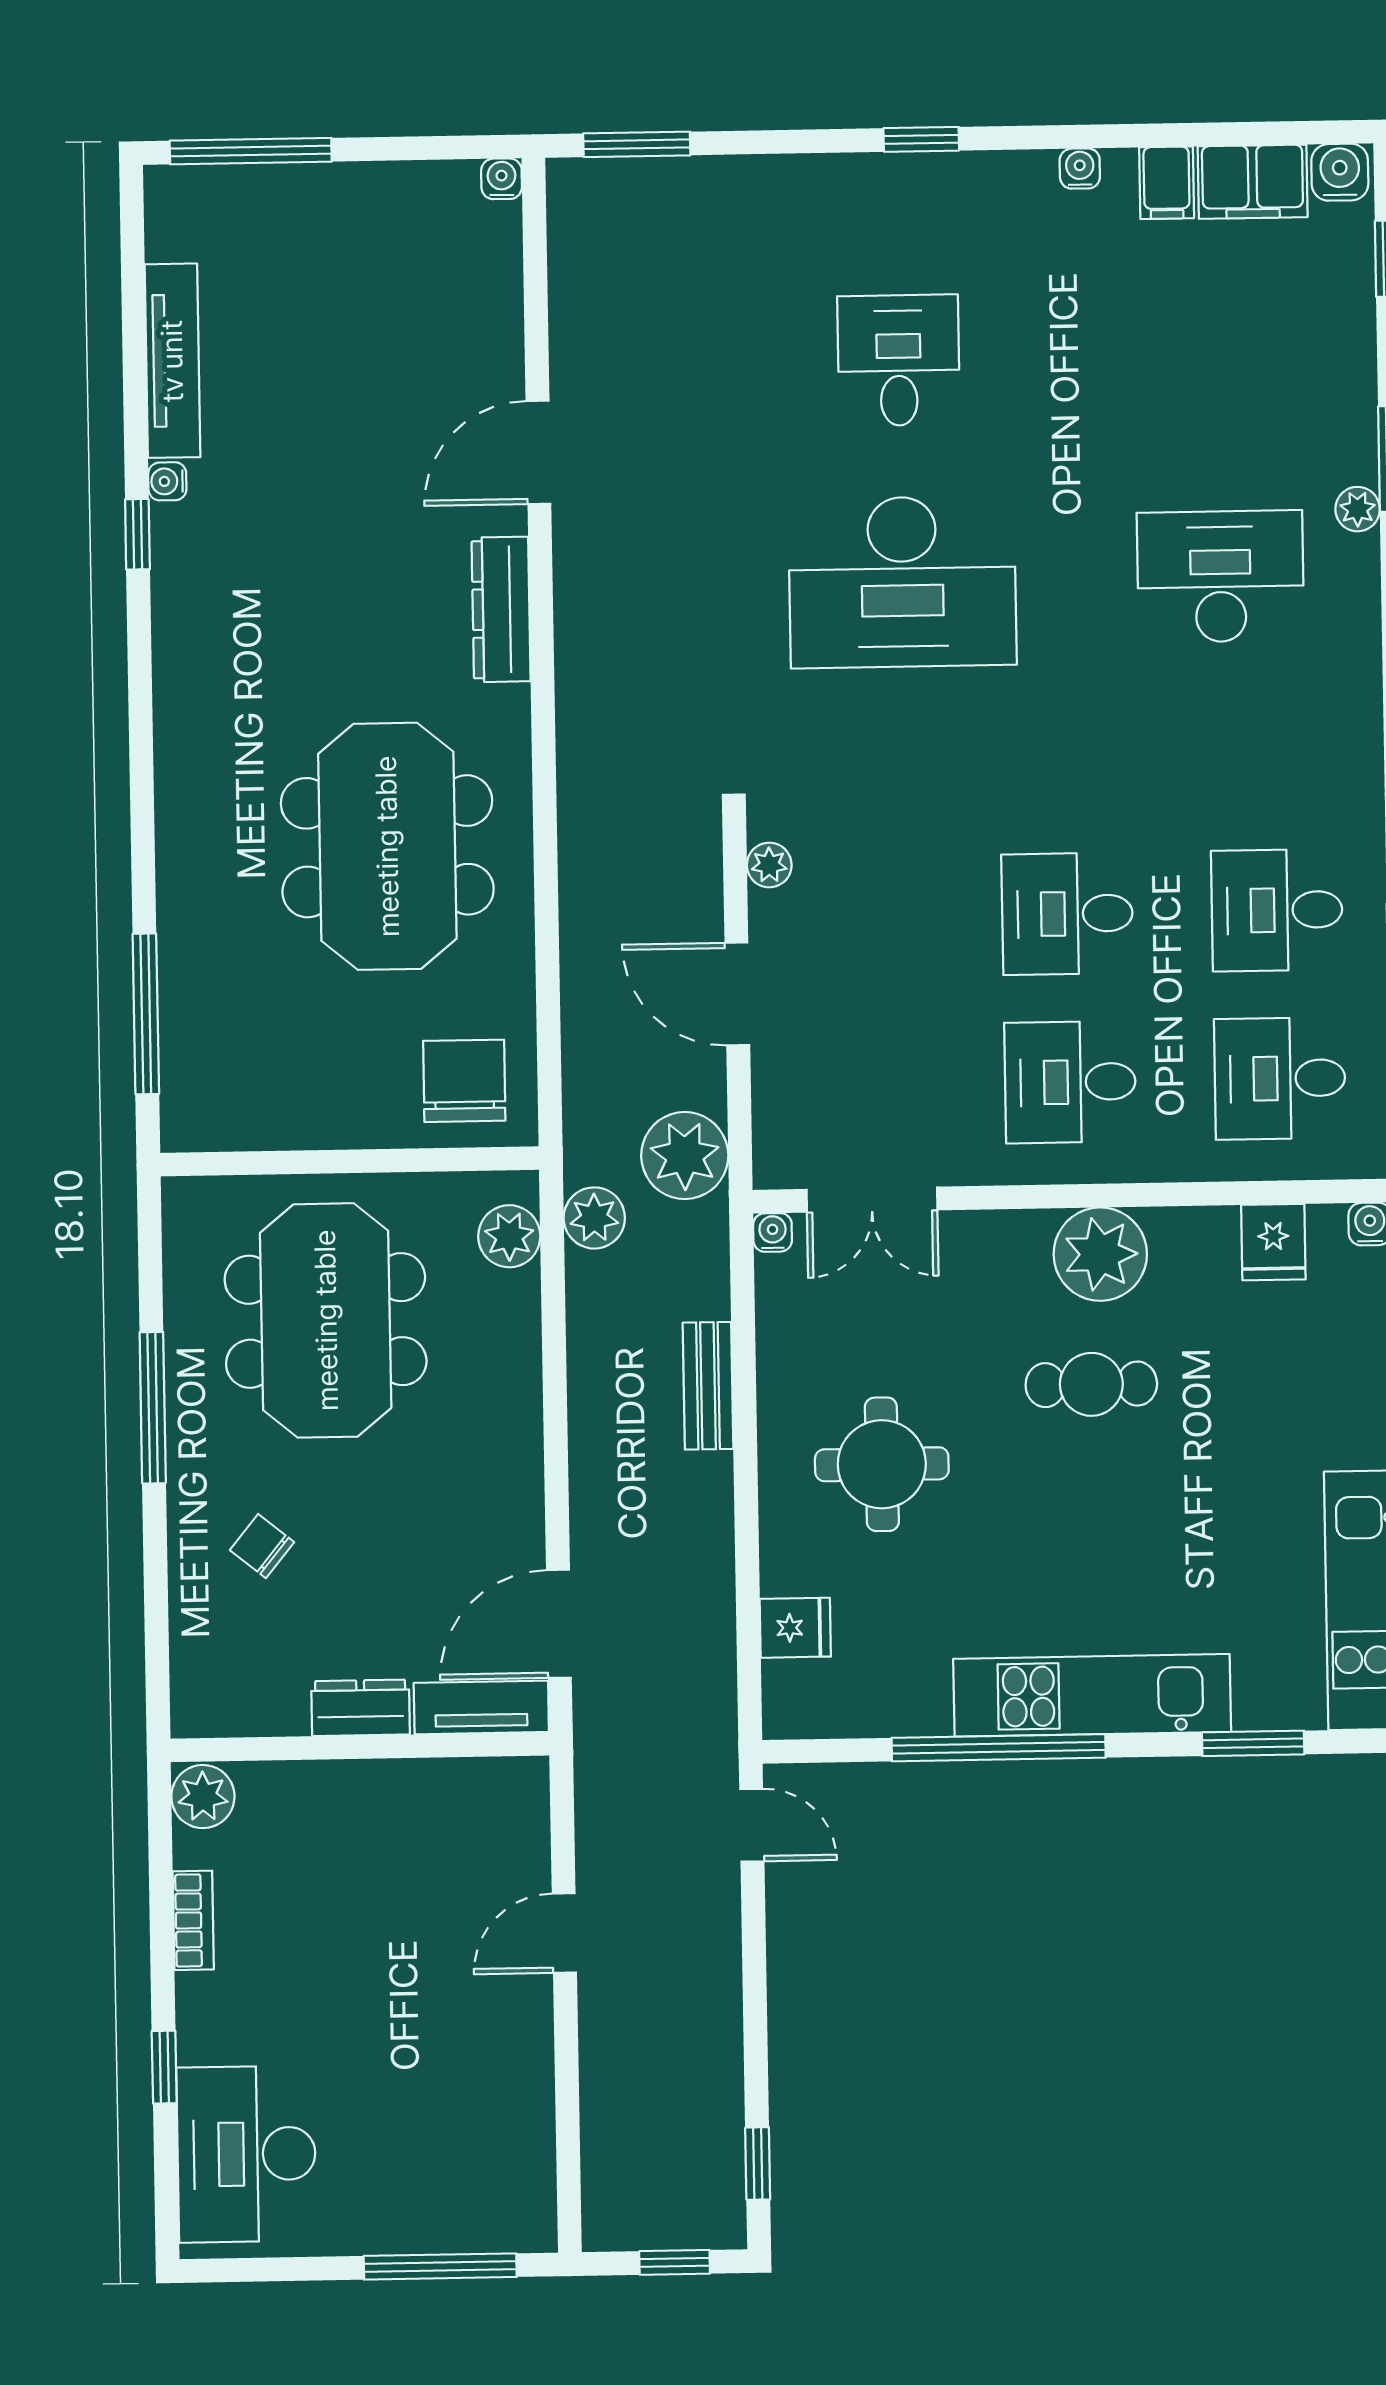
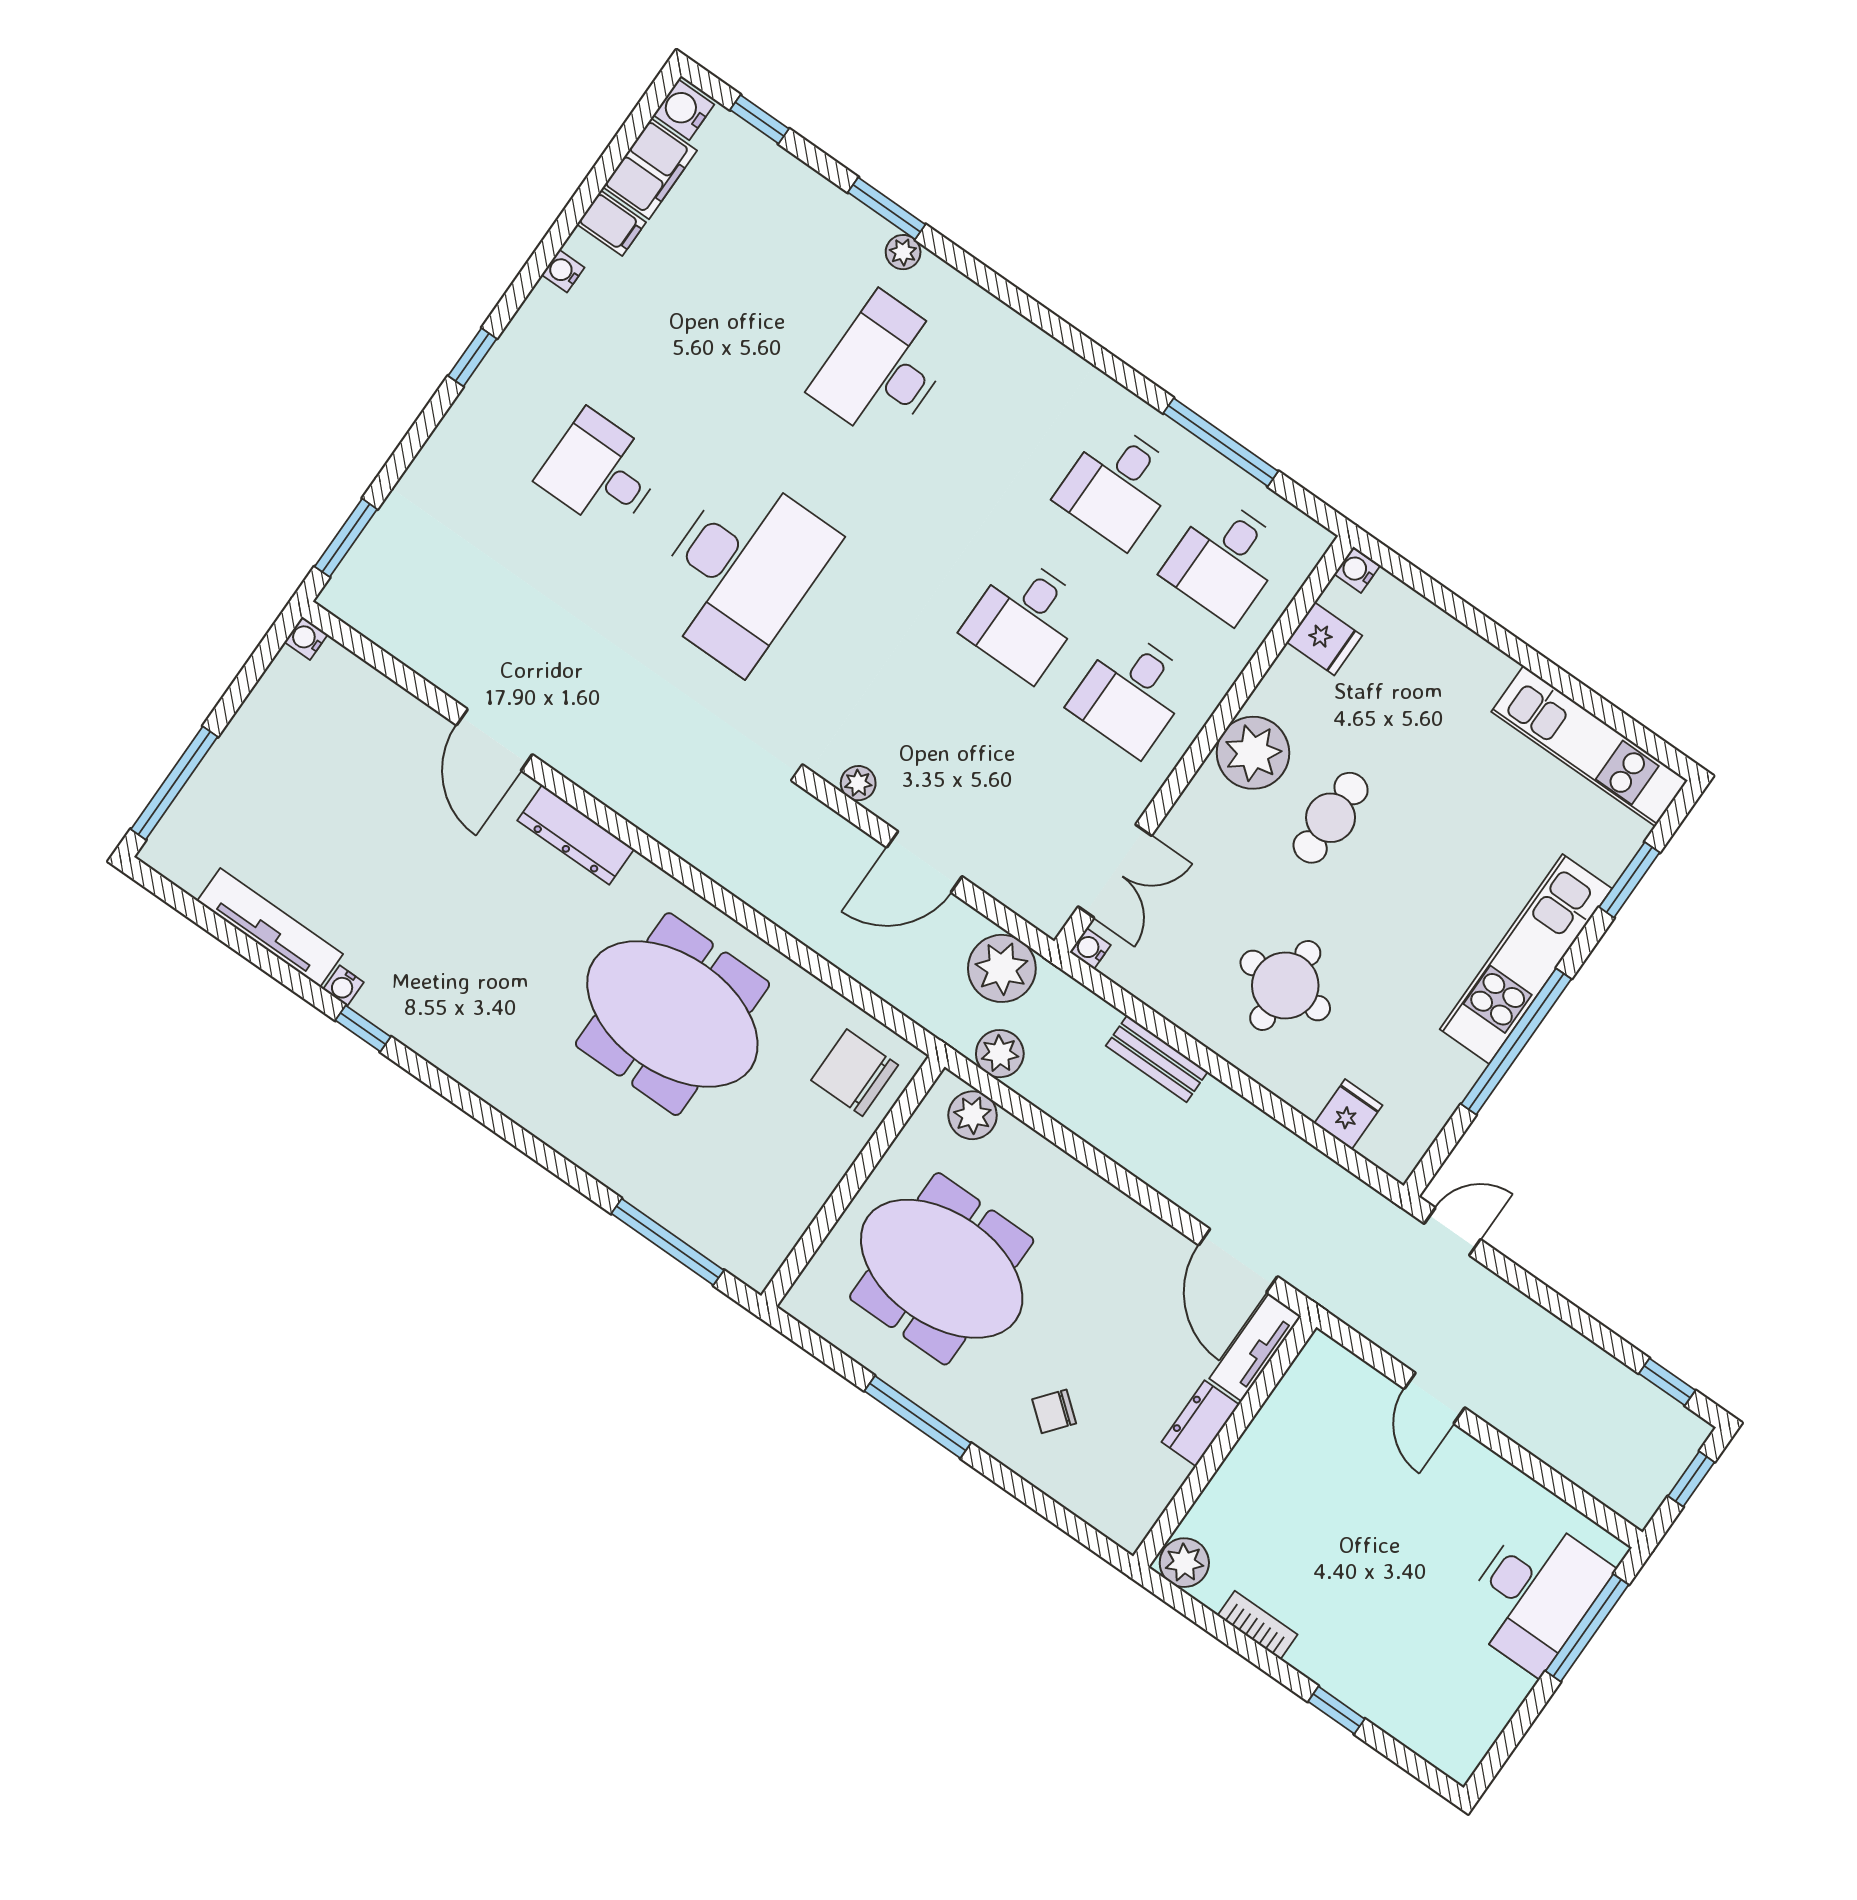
desk: (246, 2154) -> (1535, 1594), moved, turned -90

